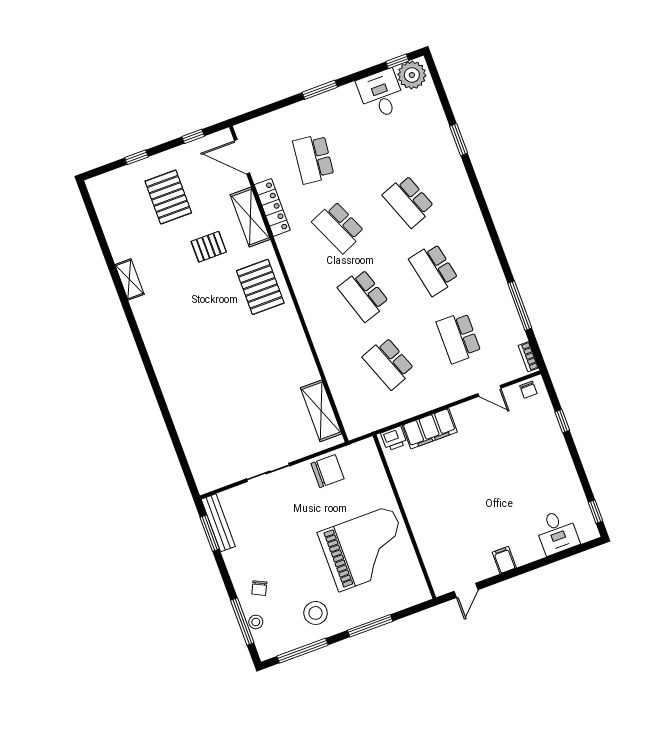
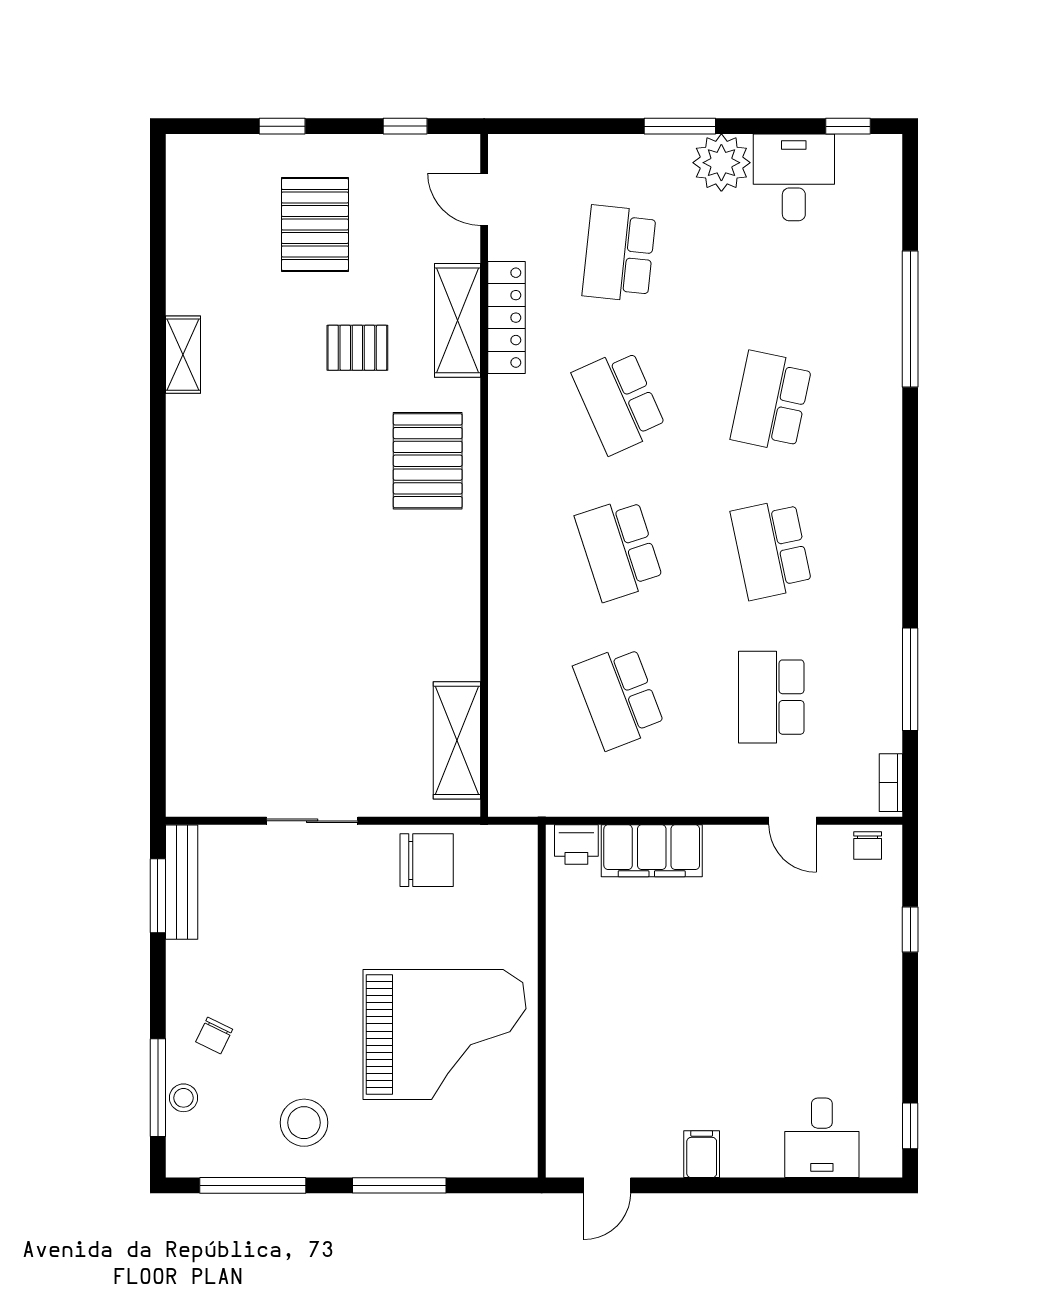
plant: (412, 75) -> (721, 163), moved
window: (459, 140) -> (910, 319), width x2.11
door: (242, 157) -> (484, 199), width x0.73
school desk: (409, 201) -> (771, 401), turned 33

